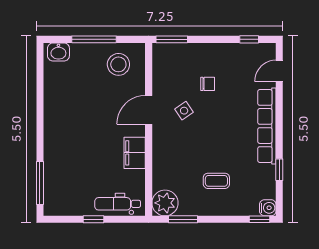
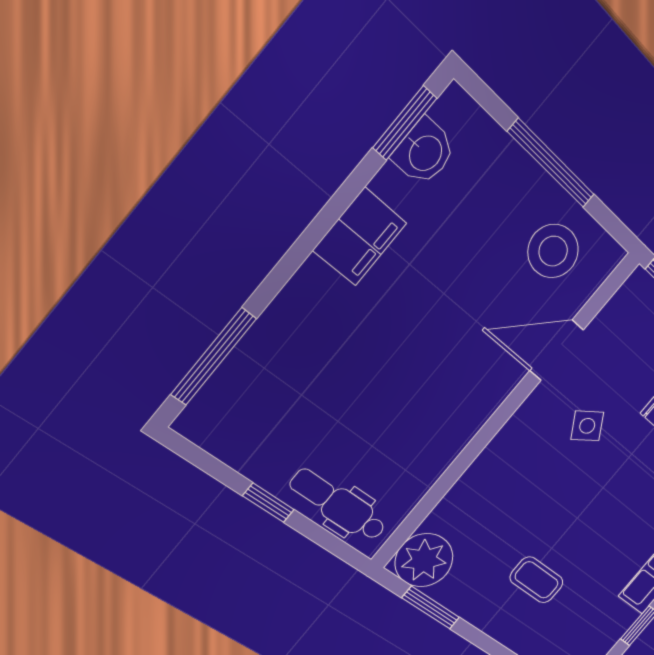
washbasin: (58, 52) -> (425, 152), moved, turned -90
window: (40, 68) -> (405, 123), added
door: (149, 110) -> (557, 350), moved
filing cabinet: (135, 153) -> (360, 237), moved, turned 180

